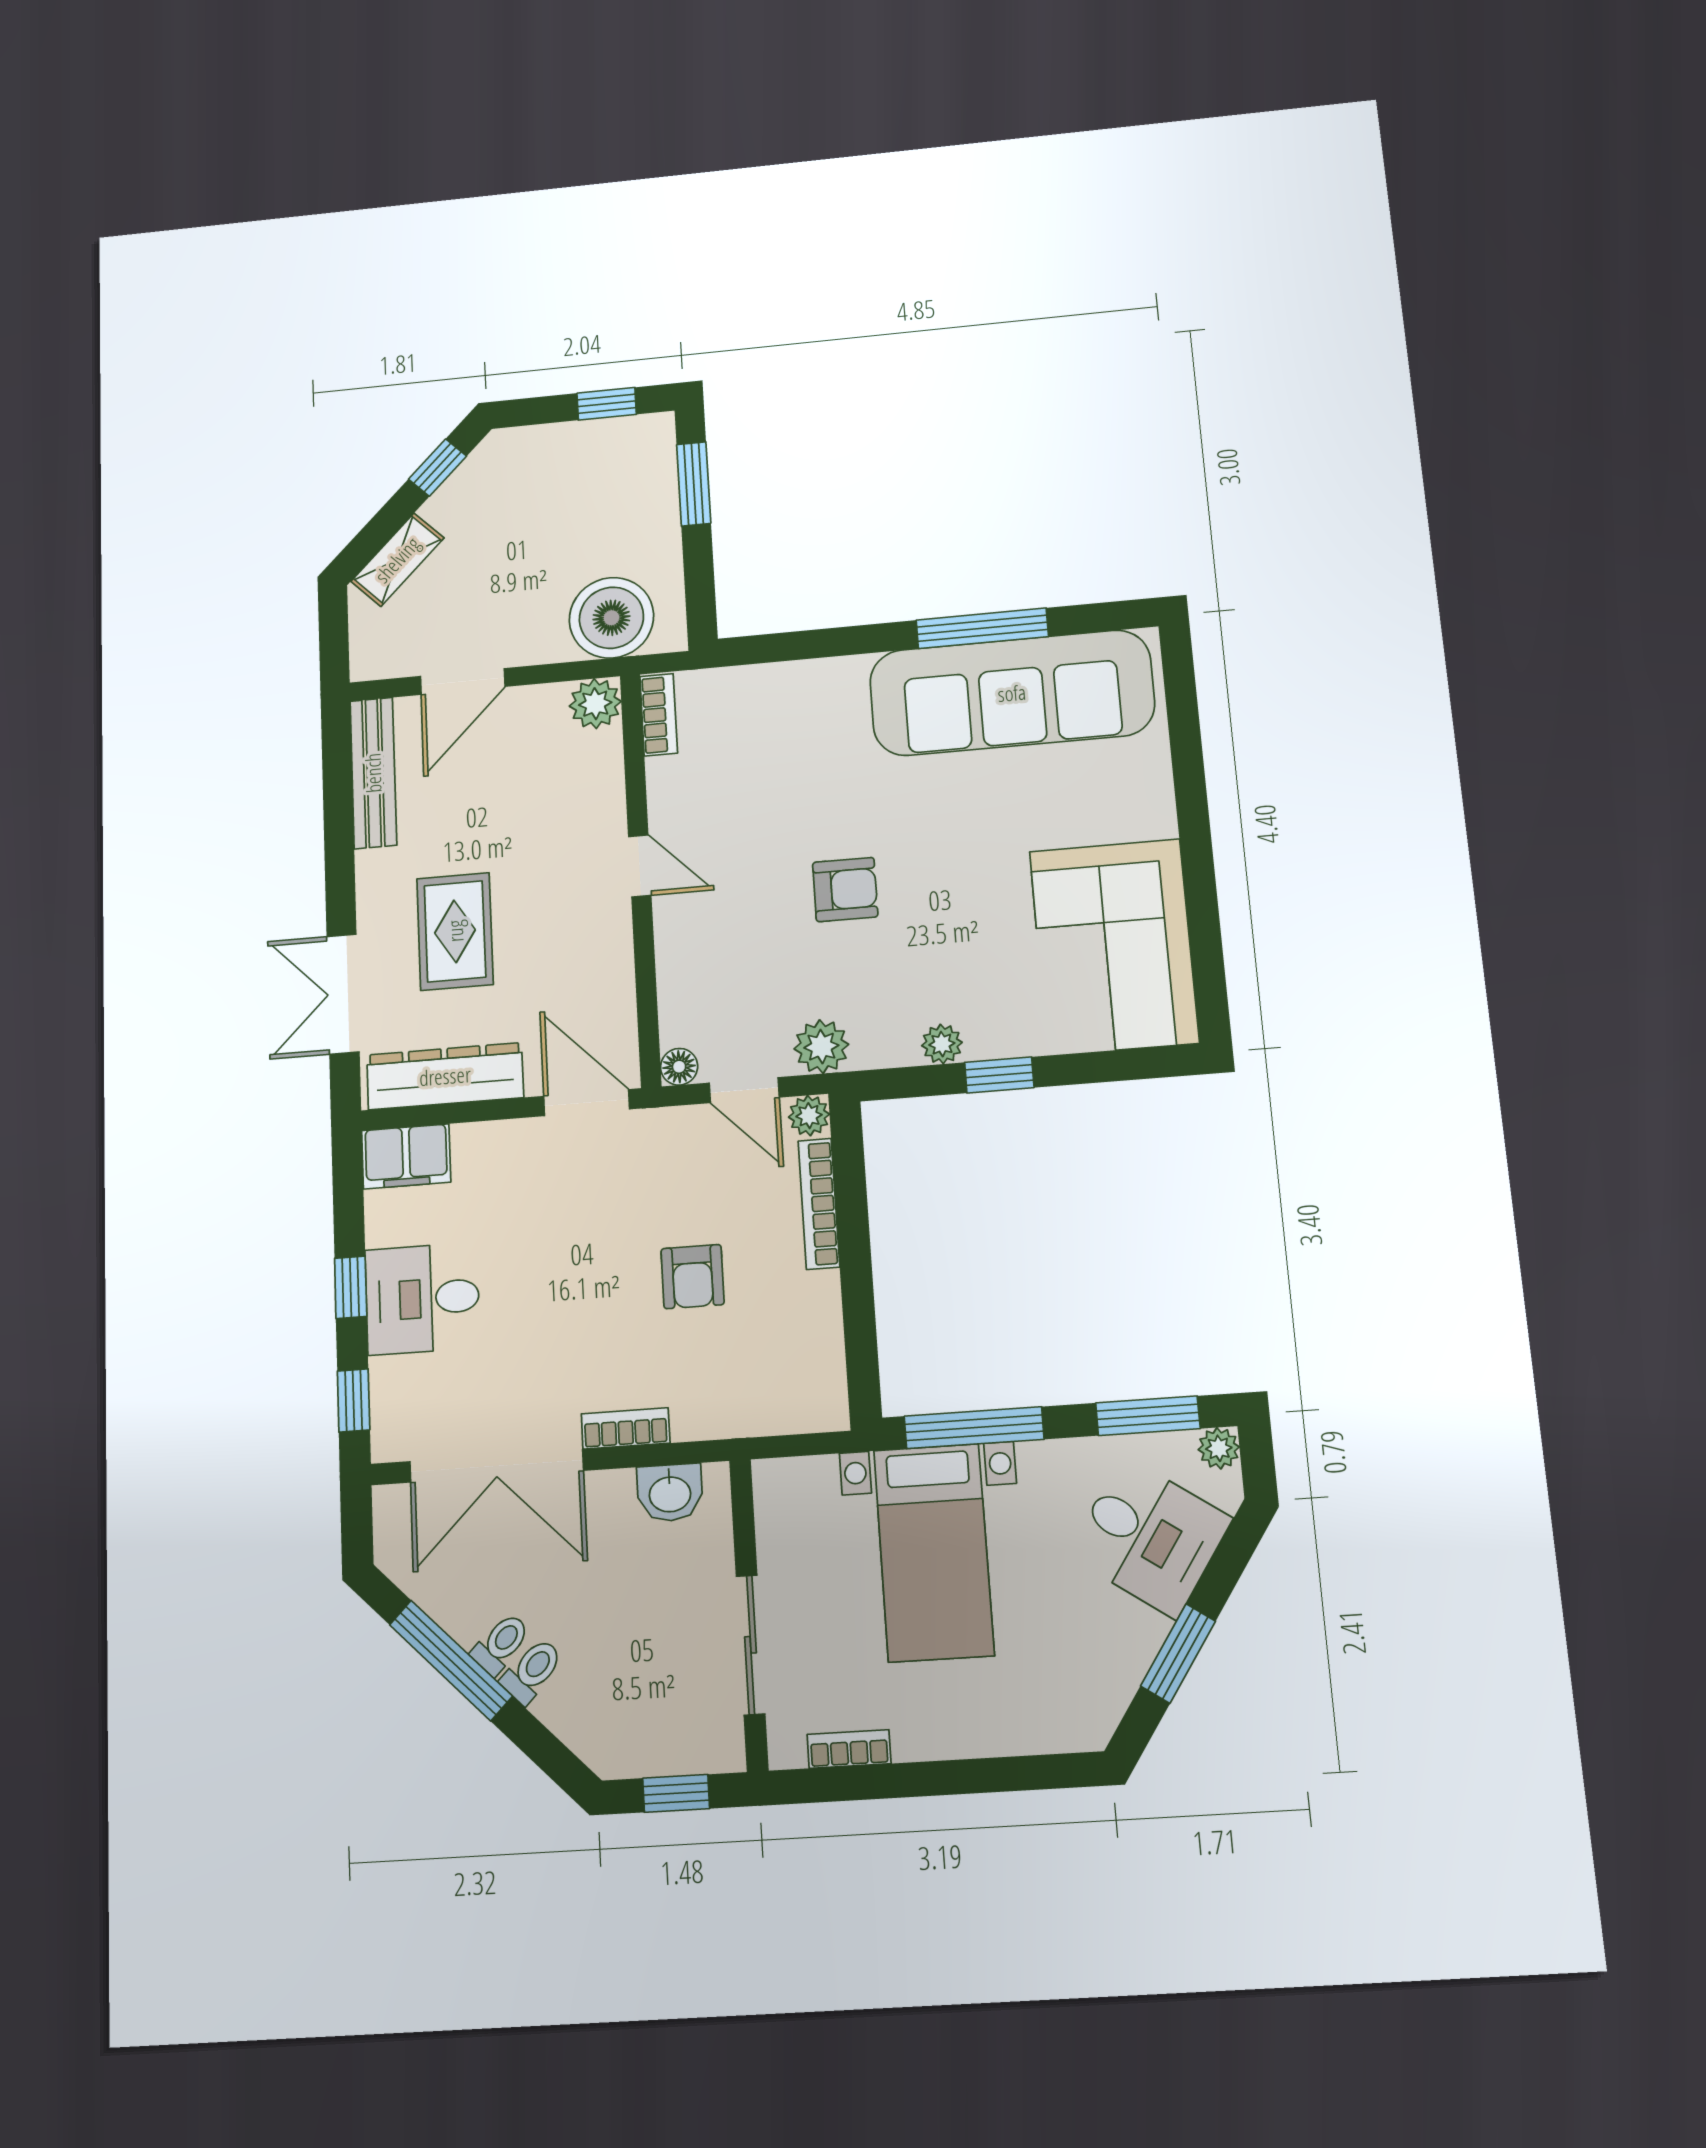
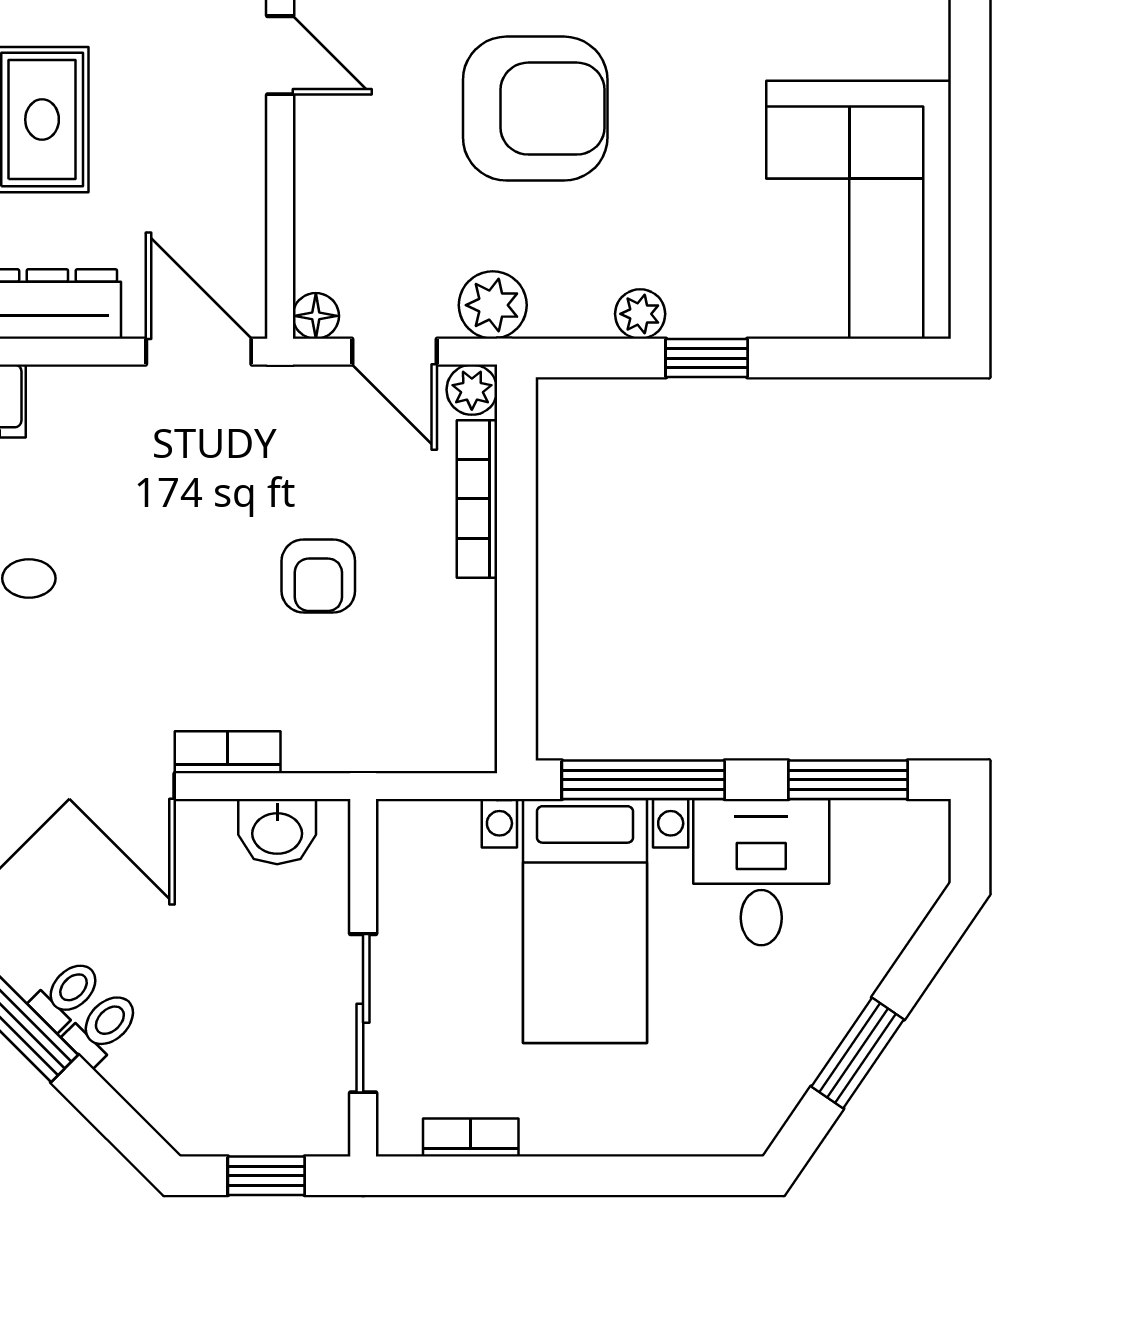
armchair: (845, 890) -> (535, 109), width x1.88, depth x1.88
plant: (1219, 1448) -> (927, 823), removed
desk: (1149, 1537) -> (761, 872), moved, turned -124

